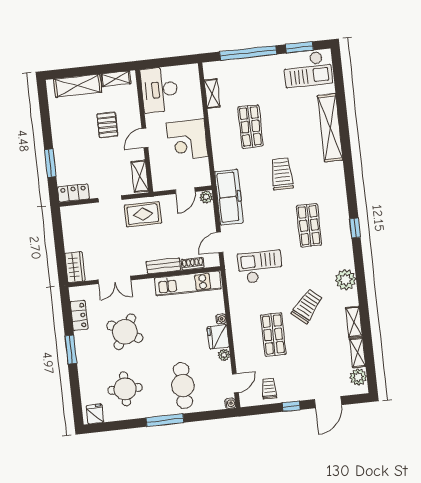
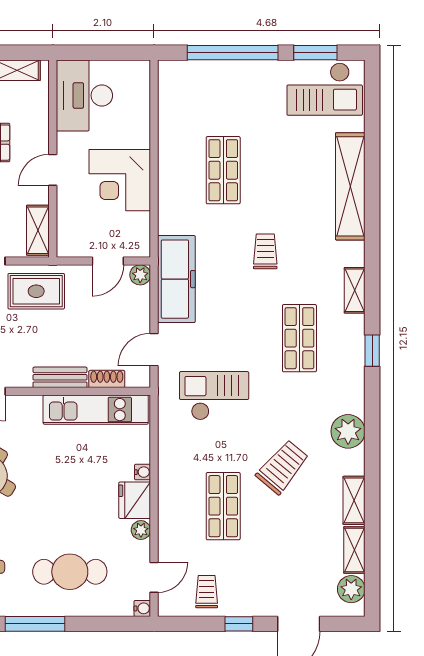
shelving: (212, 93) -> (355, 290), moved
trolley: (282, 174) -> (265, 251), width x0.73, depth x0.72
cafe table: (183, 386) -> (70, 572), turned 90

